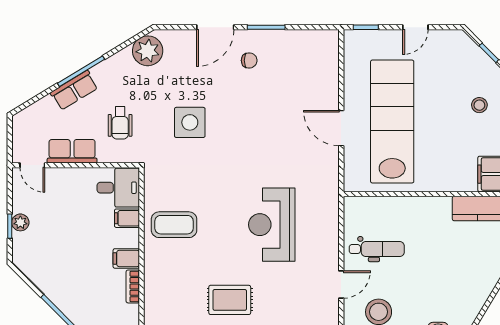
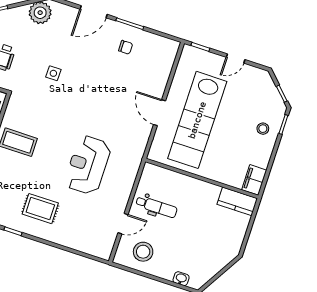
chair: (249, 60) -> (126, 47), moved
side table: (190, 122) -> (53, 73), width x0.54, depth x0.54
lab bench: (392, 122) -> (197, 120), turned 180

